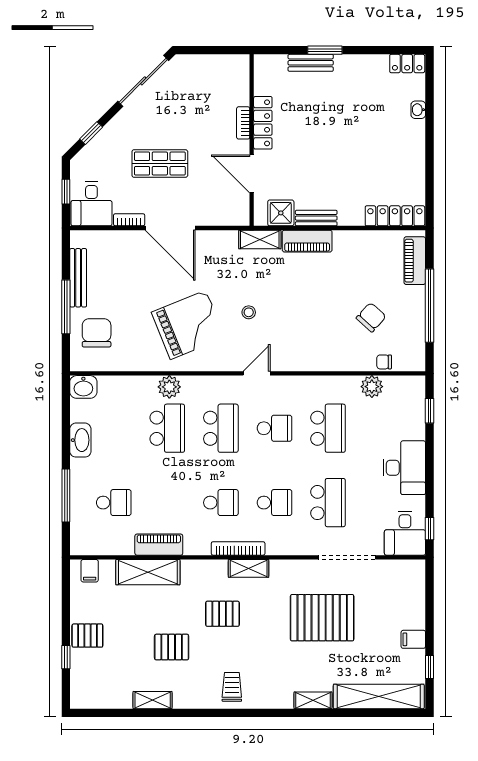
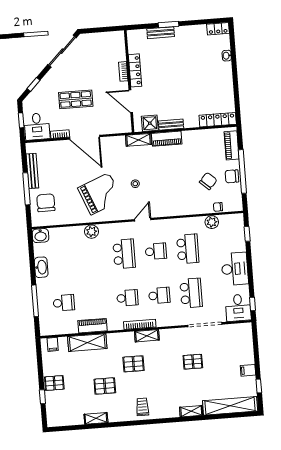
chair: (411, 312) -> (232, 176), added
school desk: (167, 428) -> (92, 256), removed
pallet: (322, 618) -> (193, 362), width x0.49, depth x0.50

